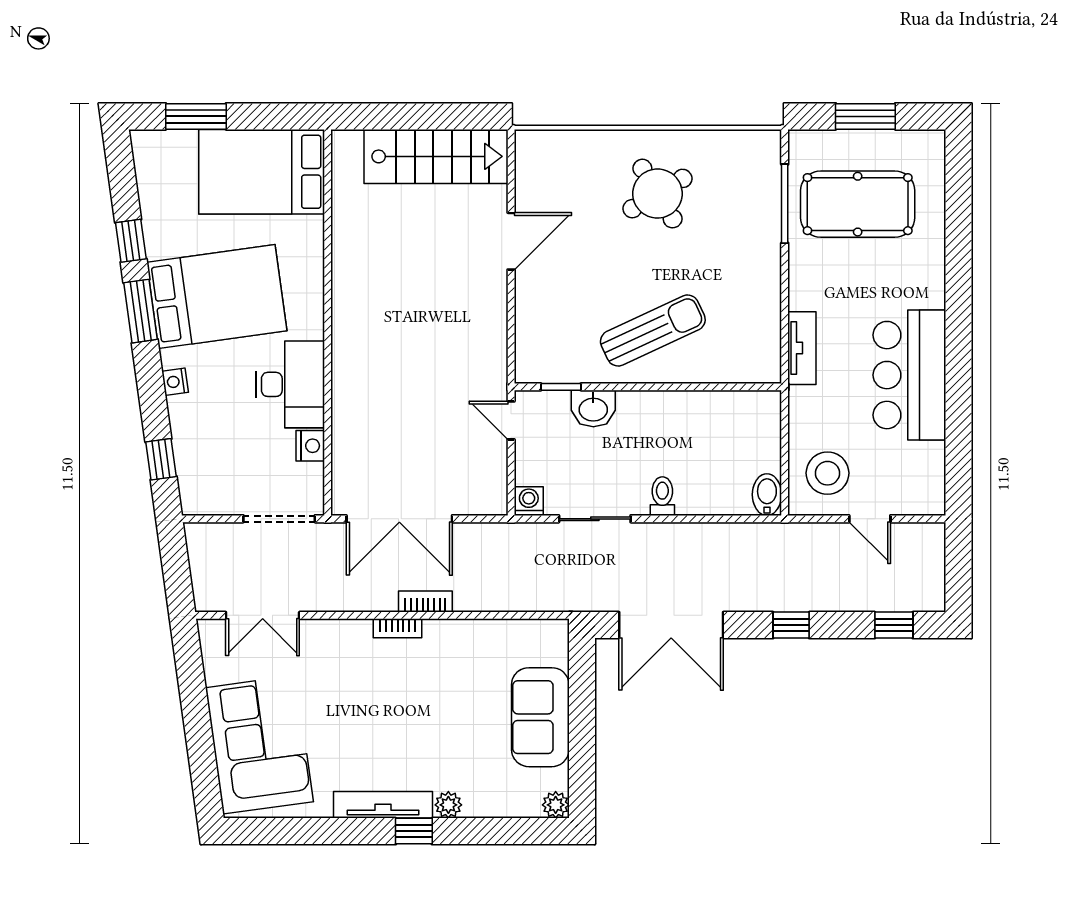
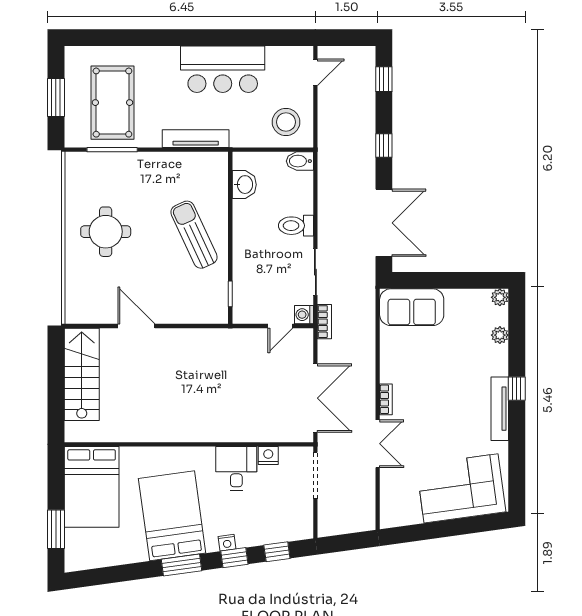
round table: (657, 194) -> (106, 232), turned 31
window: (131, 241) -> (234, 558), moved
tv unit: (802, 348) -> (196, 139), width x1.41
desk: (290, 384) -> (236, 468), width x0.73
washbasin: (593, 409) -> (244, 185), moved
door: (511, 420) -> (280, 326), moved
toilet: (662, 496) -> (296, 226), width x1.37, depth x1.39
door: (870, 519) -> (315, 72), moved
bookcase: (425, 601) -> (324, 322), moved, turned 180
double door: (263, 615) -> (378, 444), moved
sofa: (540, 717) -> (412, 307), moved
plant: (448, 805) -> (500, 335), moved

